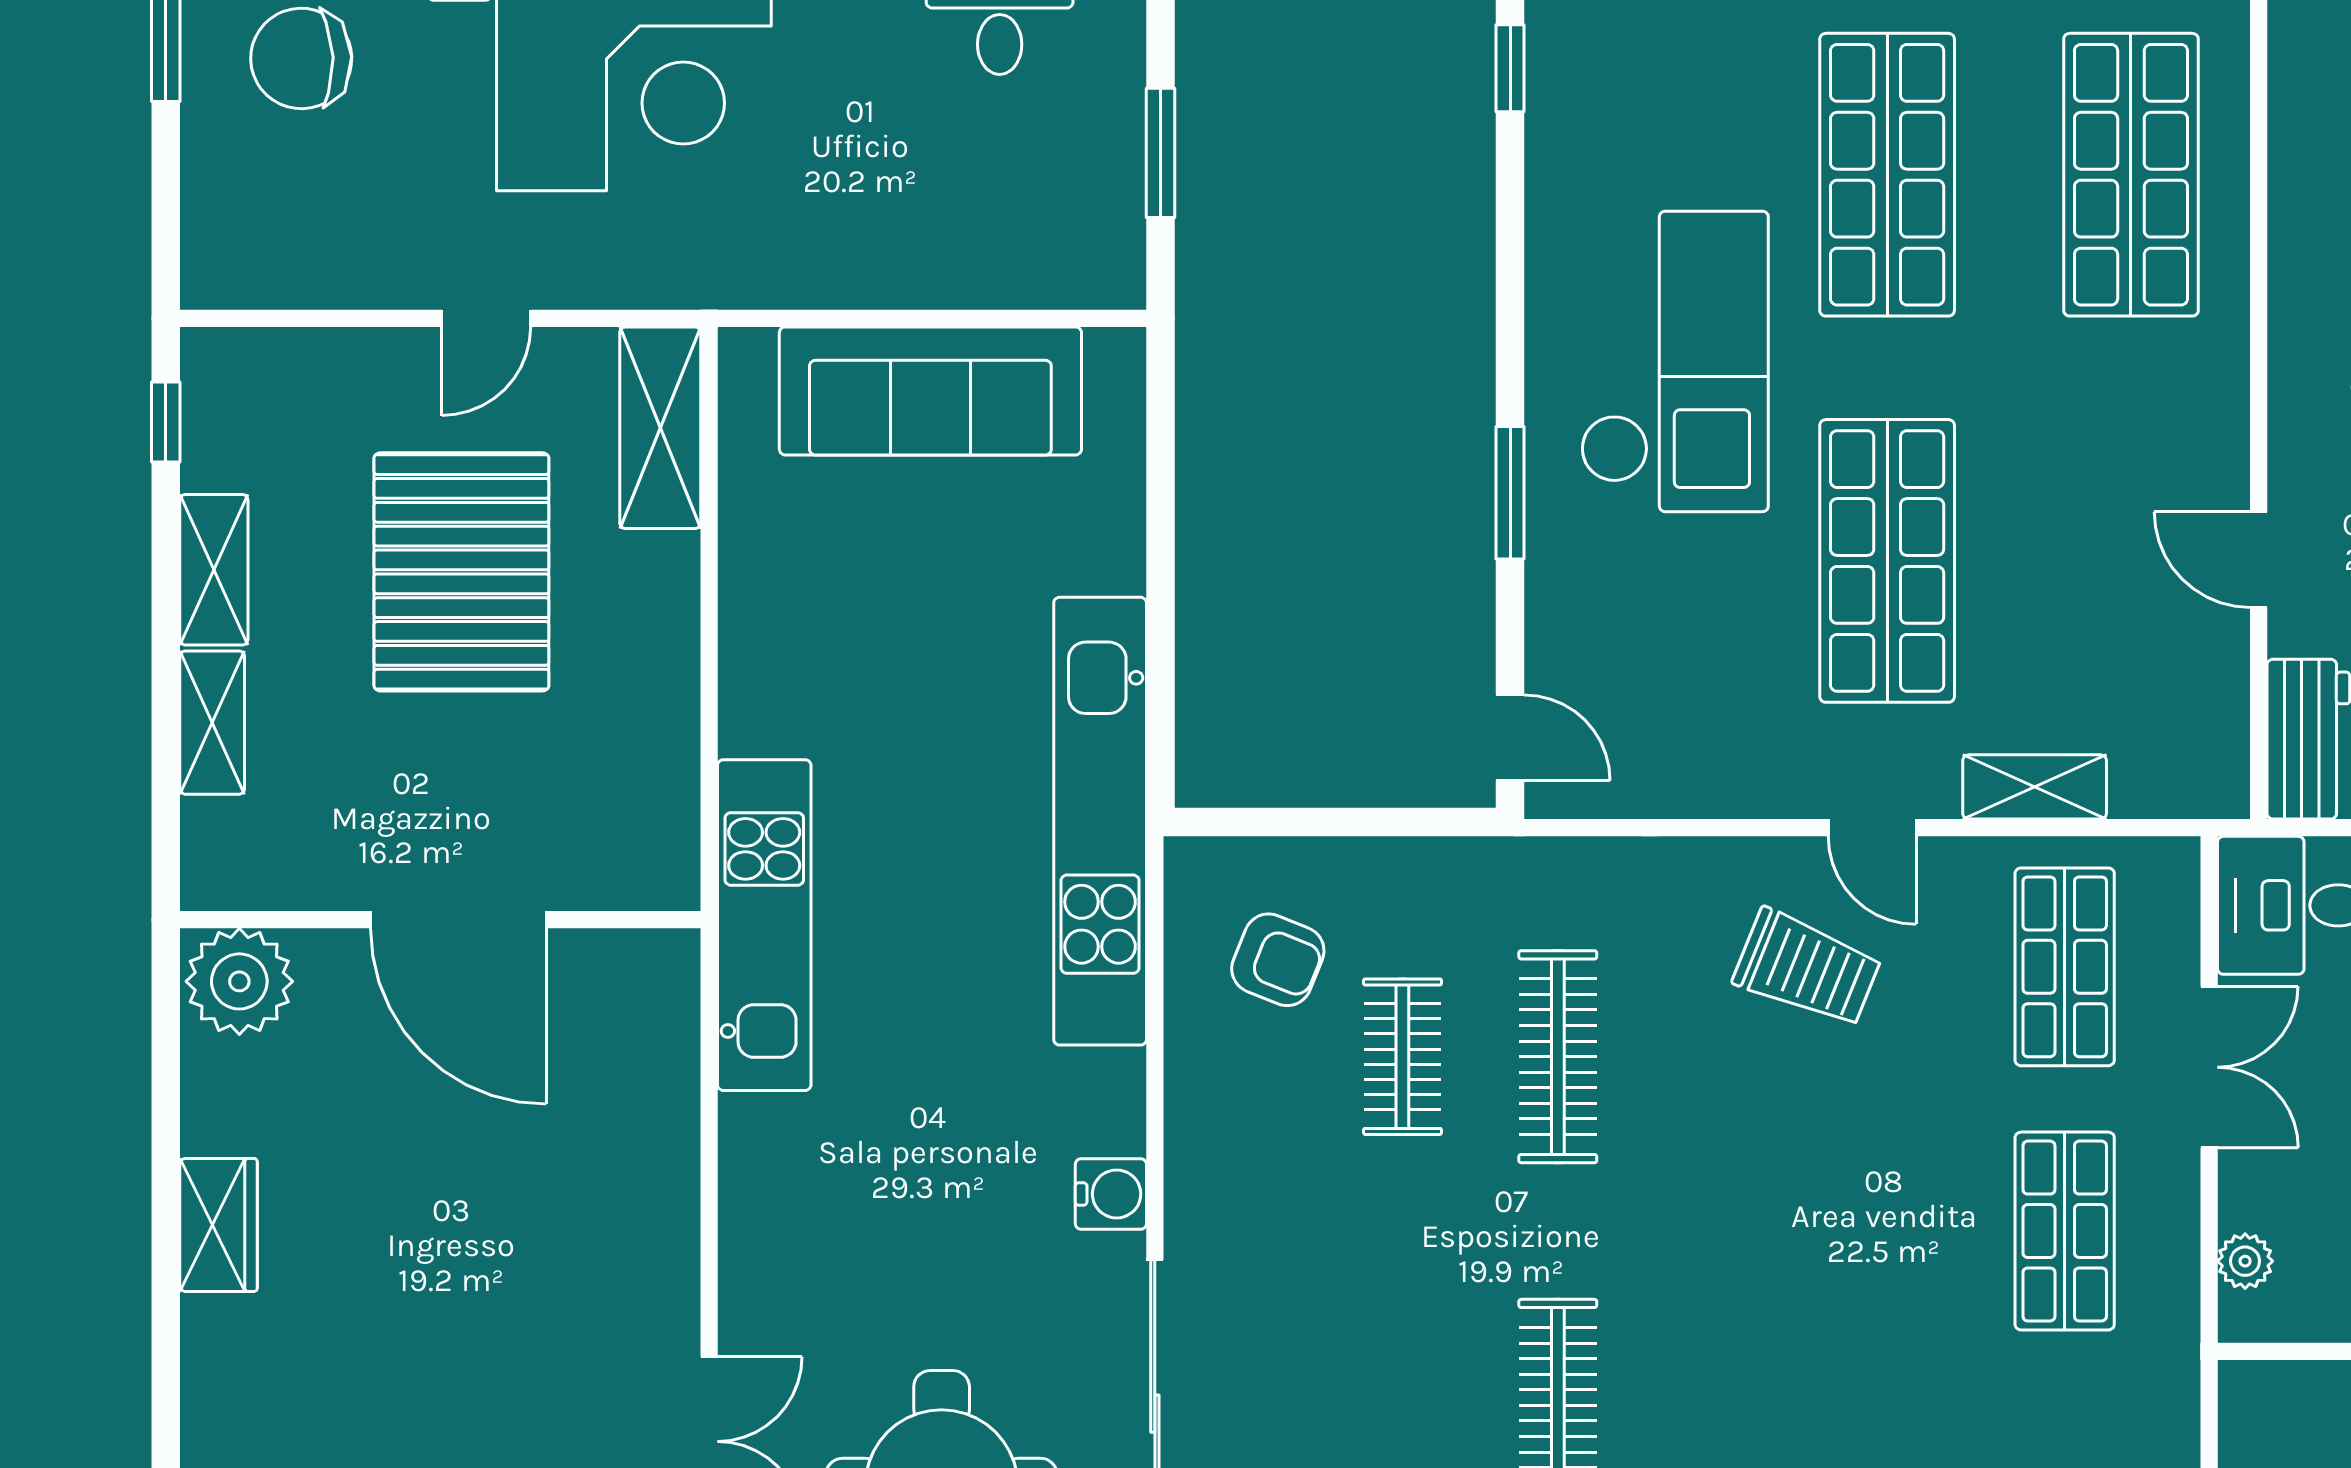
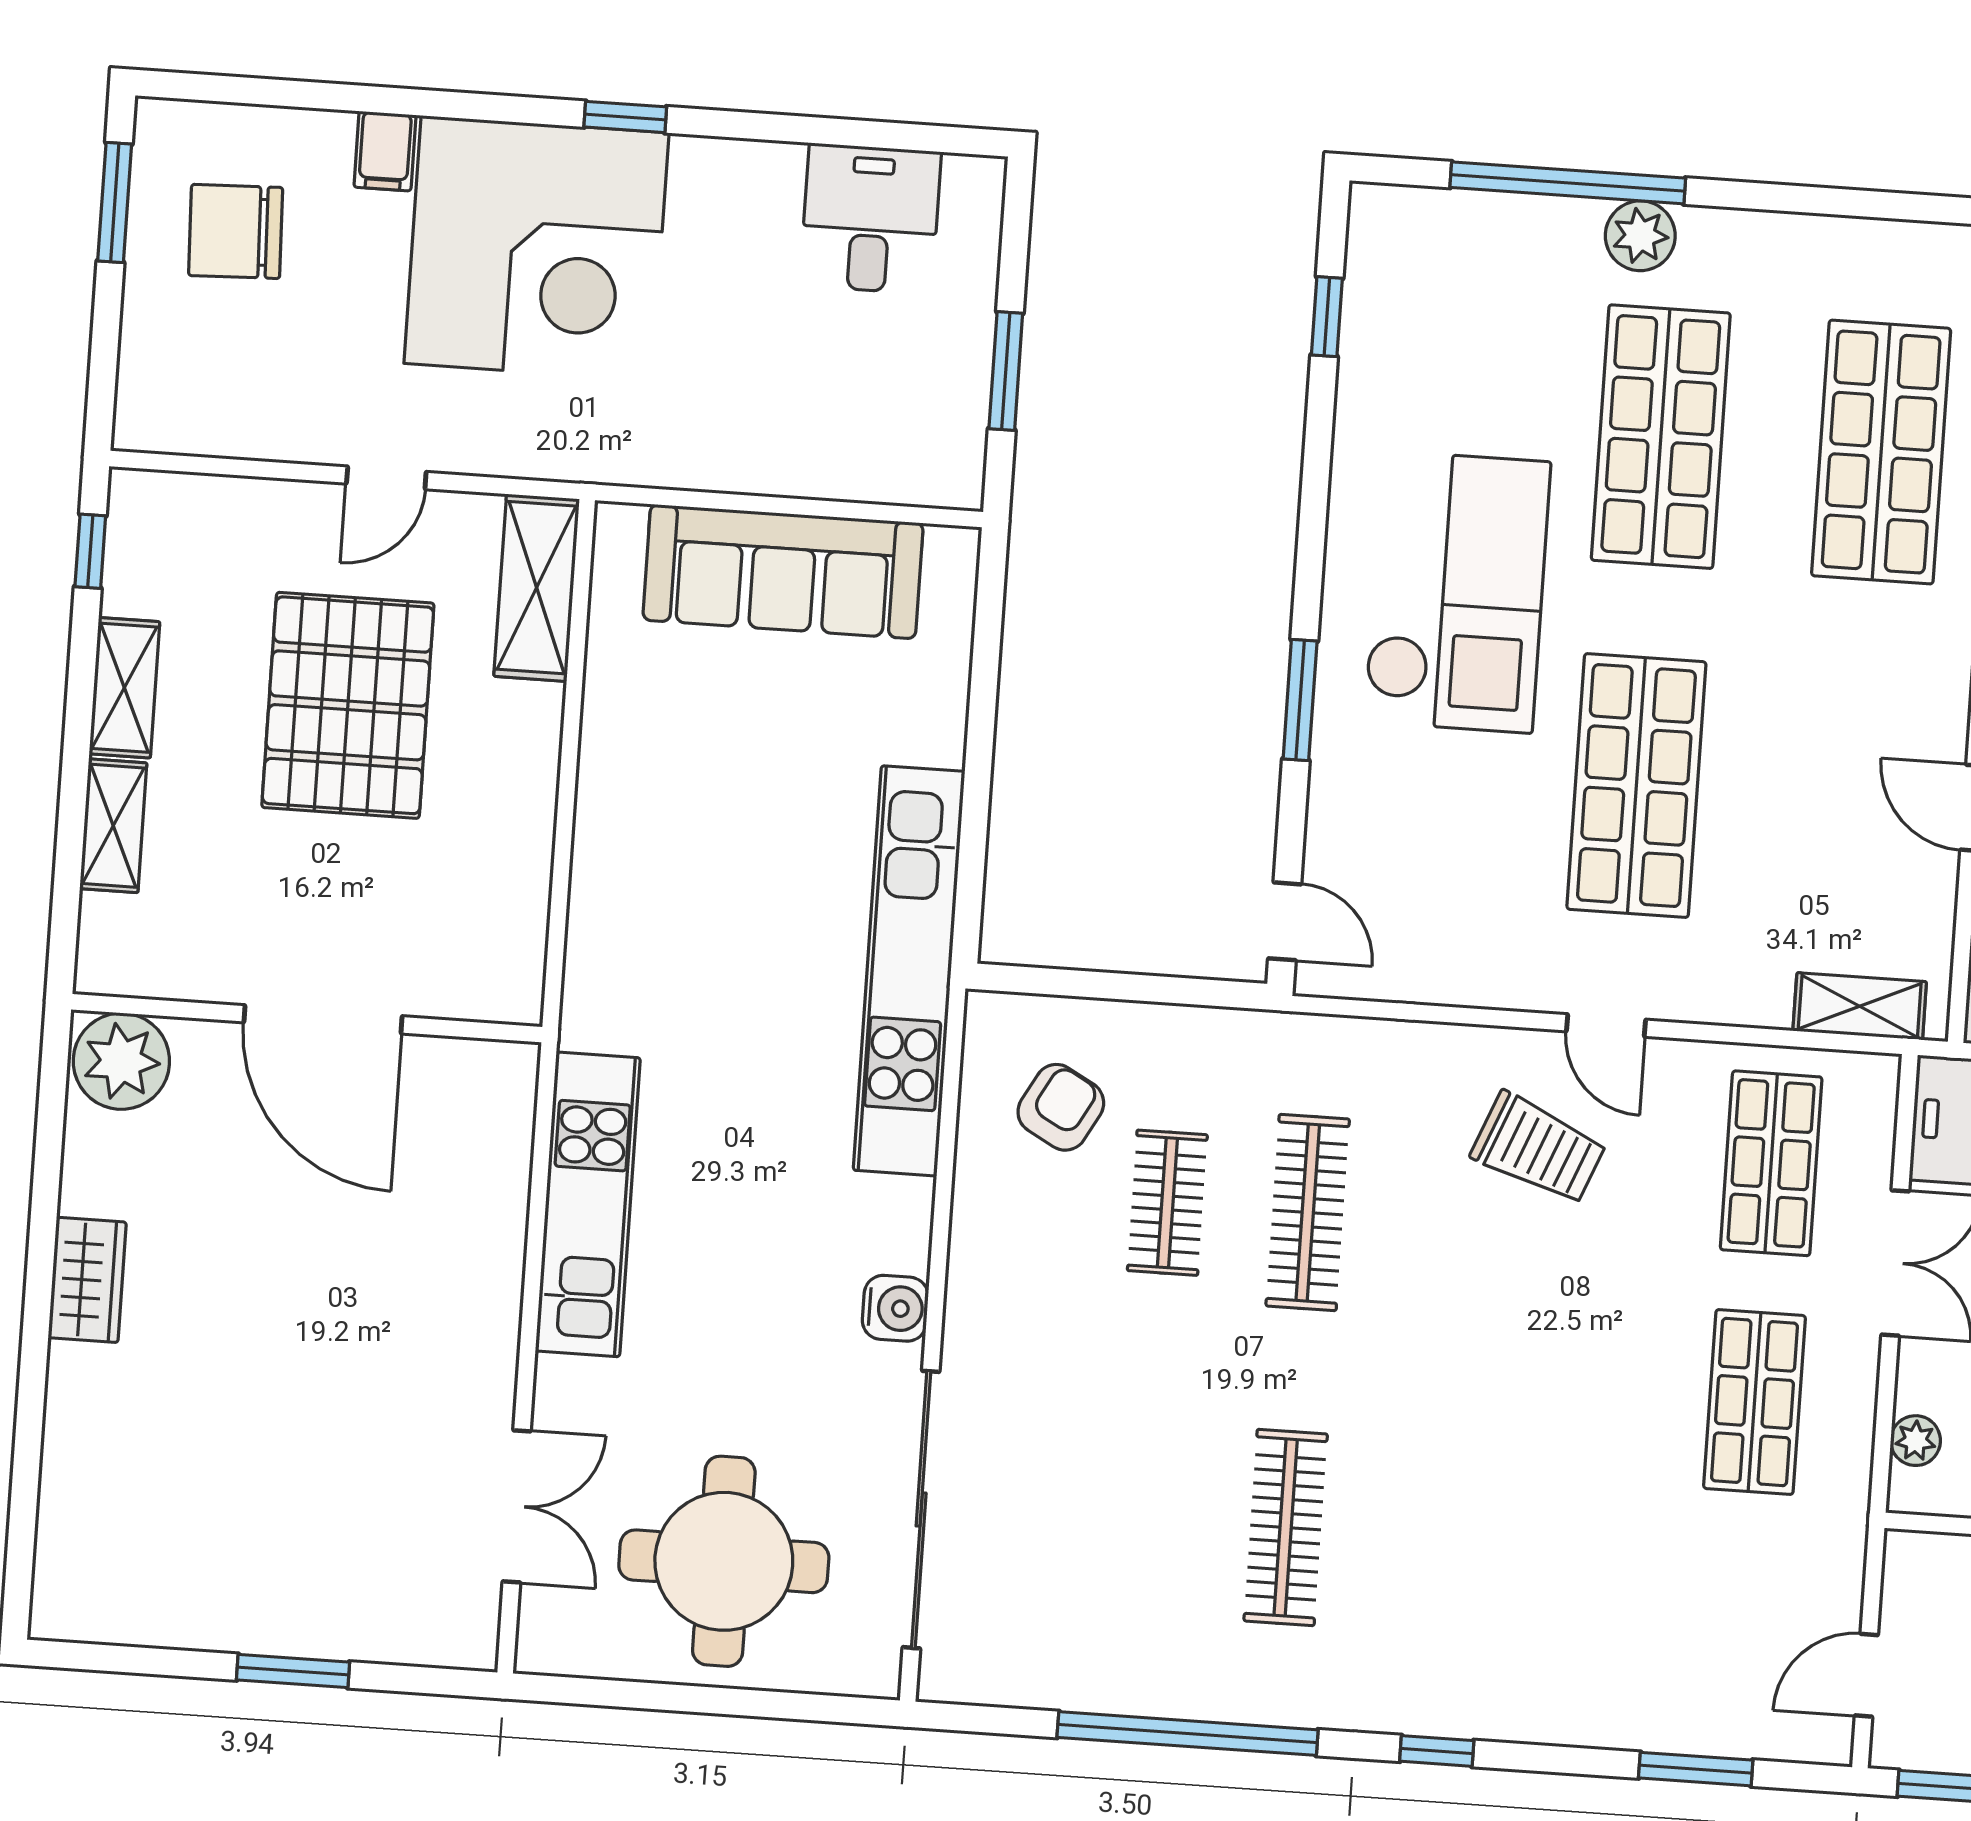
shelving: (2035, 787) -> (1860, 1006), moved
kitchen unit: (764, 925) -> (588, 1204), moved
armchair: (1278, 960) -> (1061, 1107), turned -83

